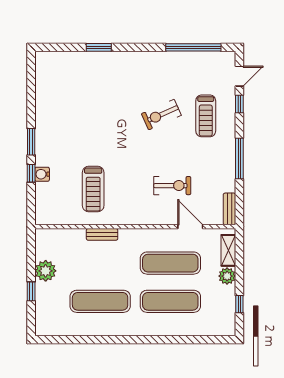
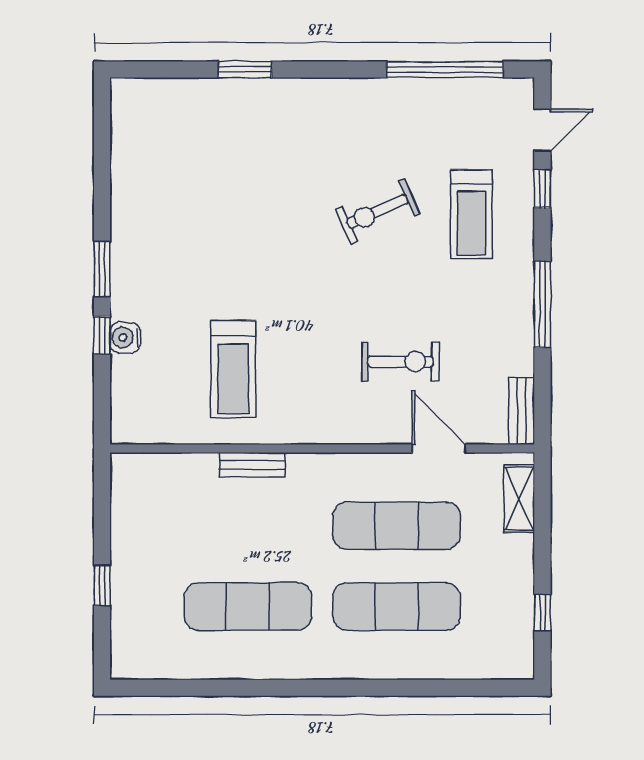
plant: (46, 271) -> (132, 542), removed
plant: (227, 276) -> (516, 553), removed

